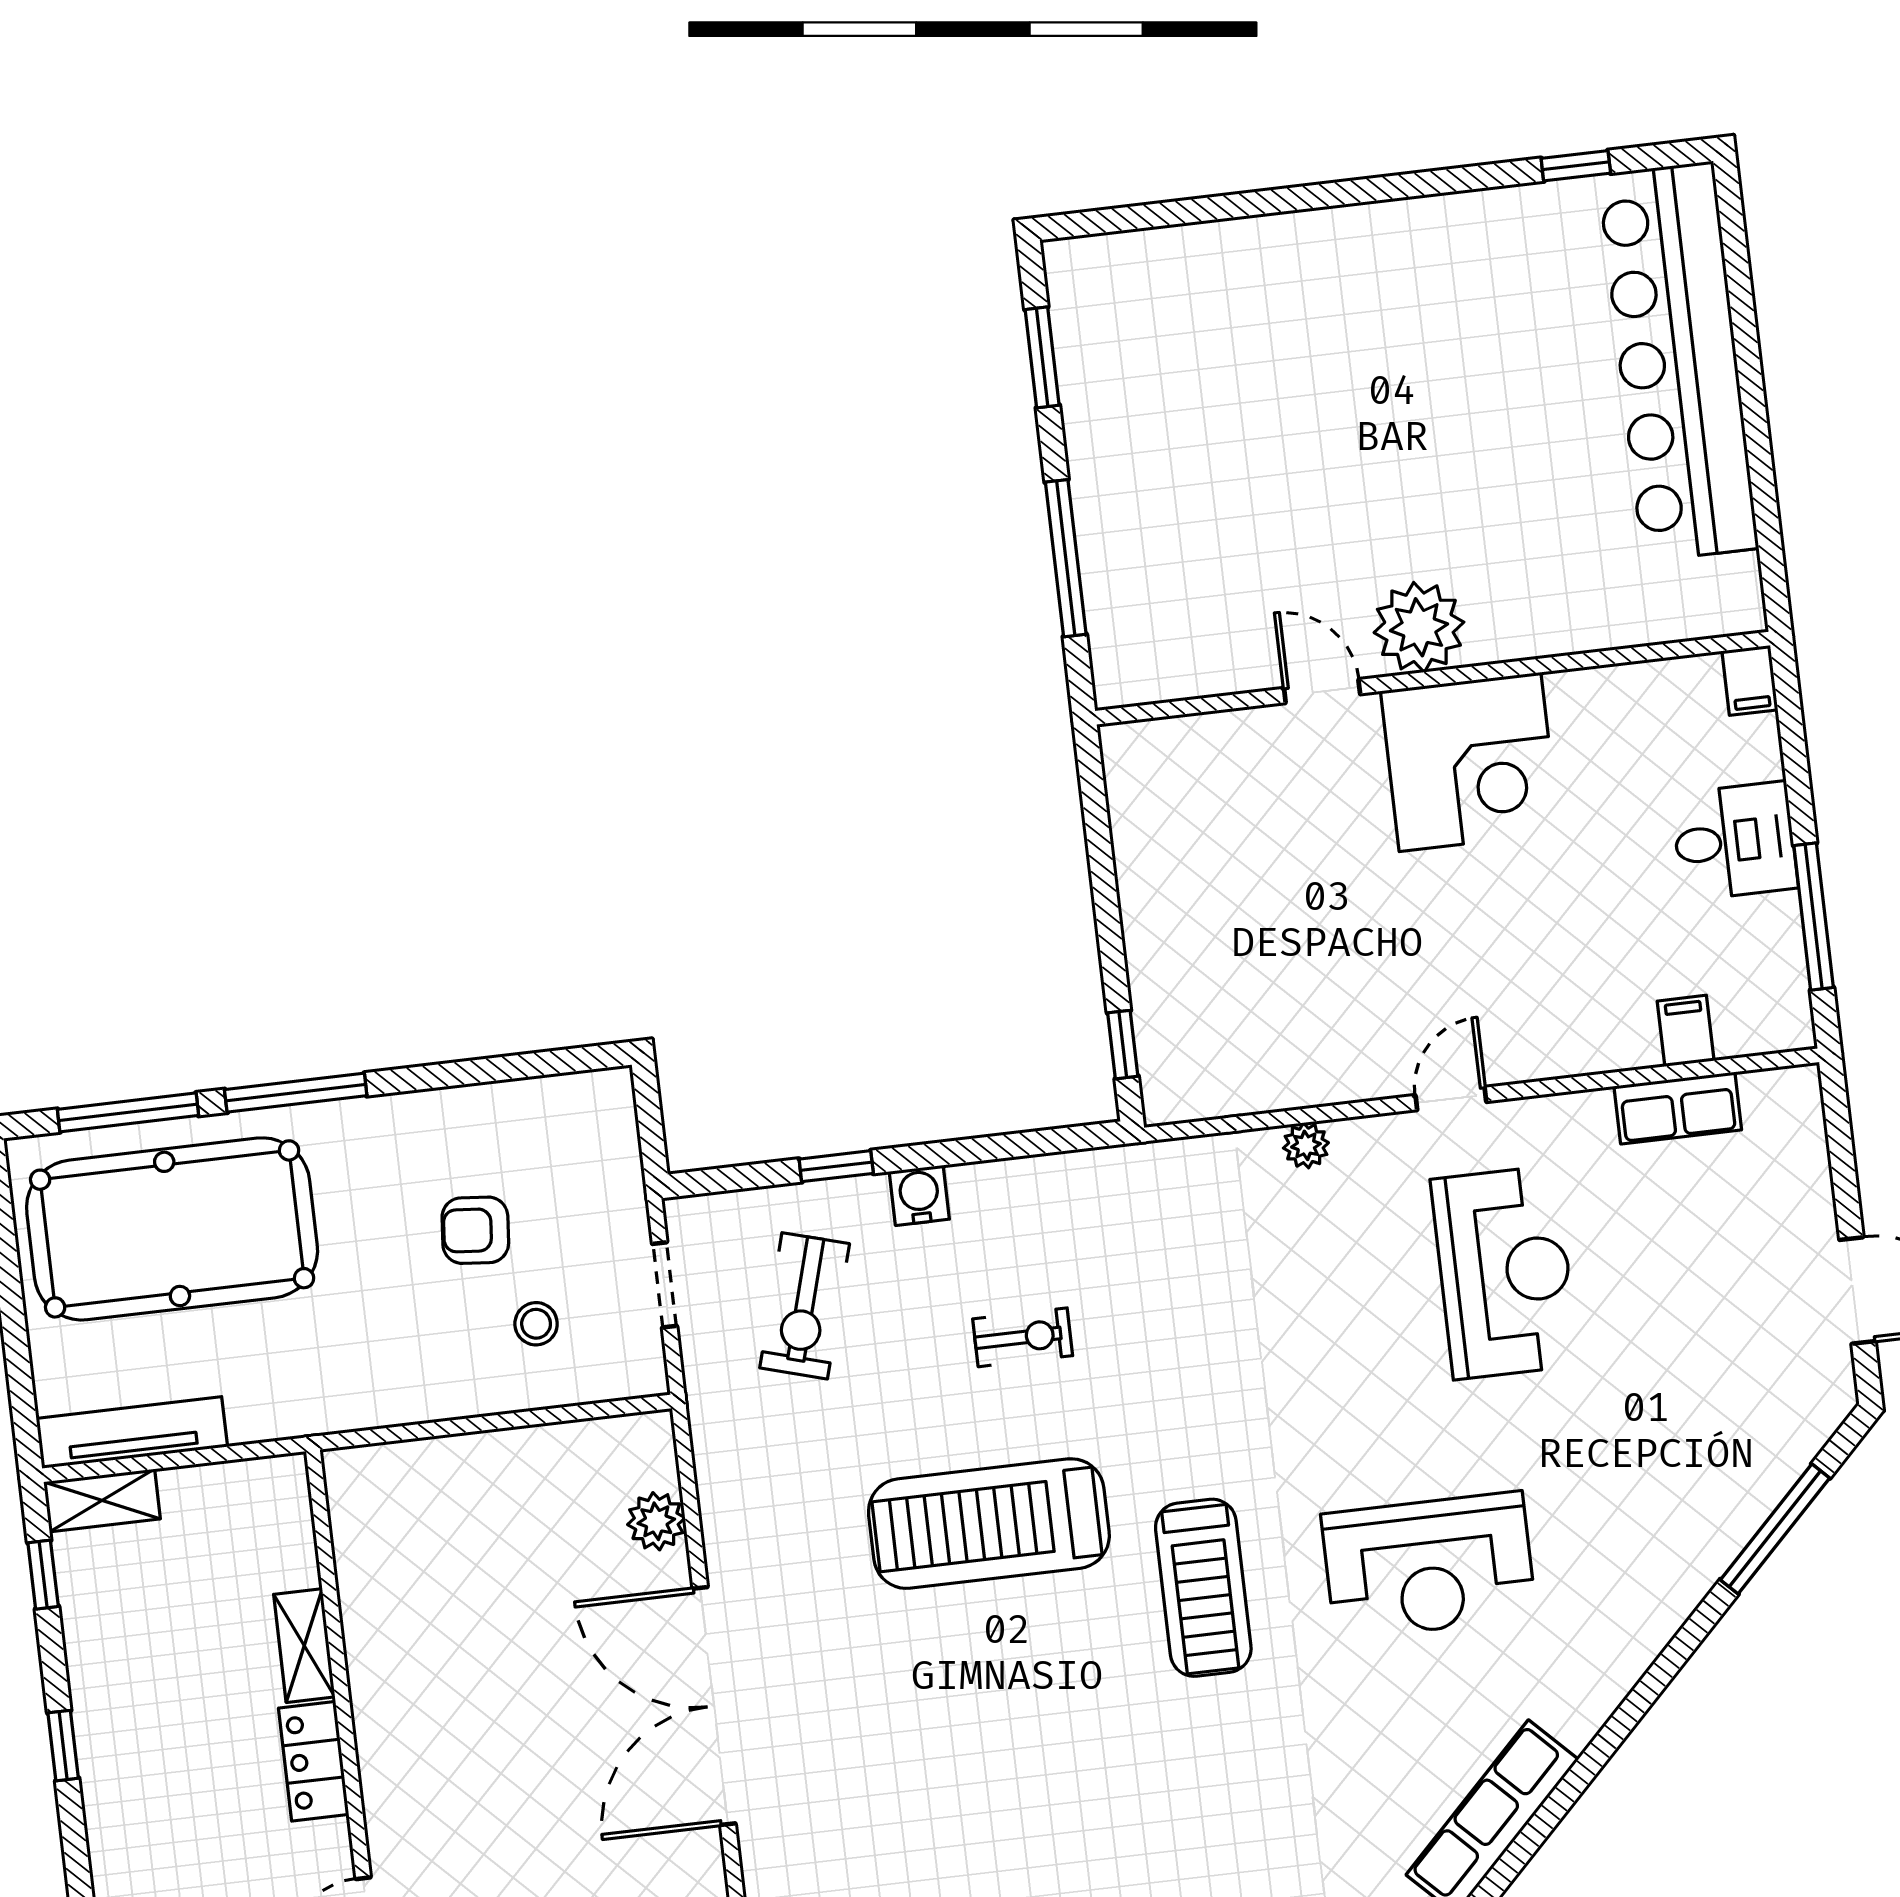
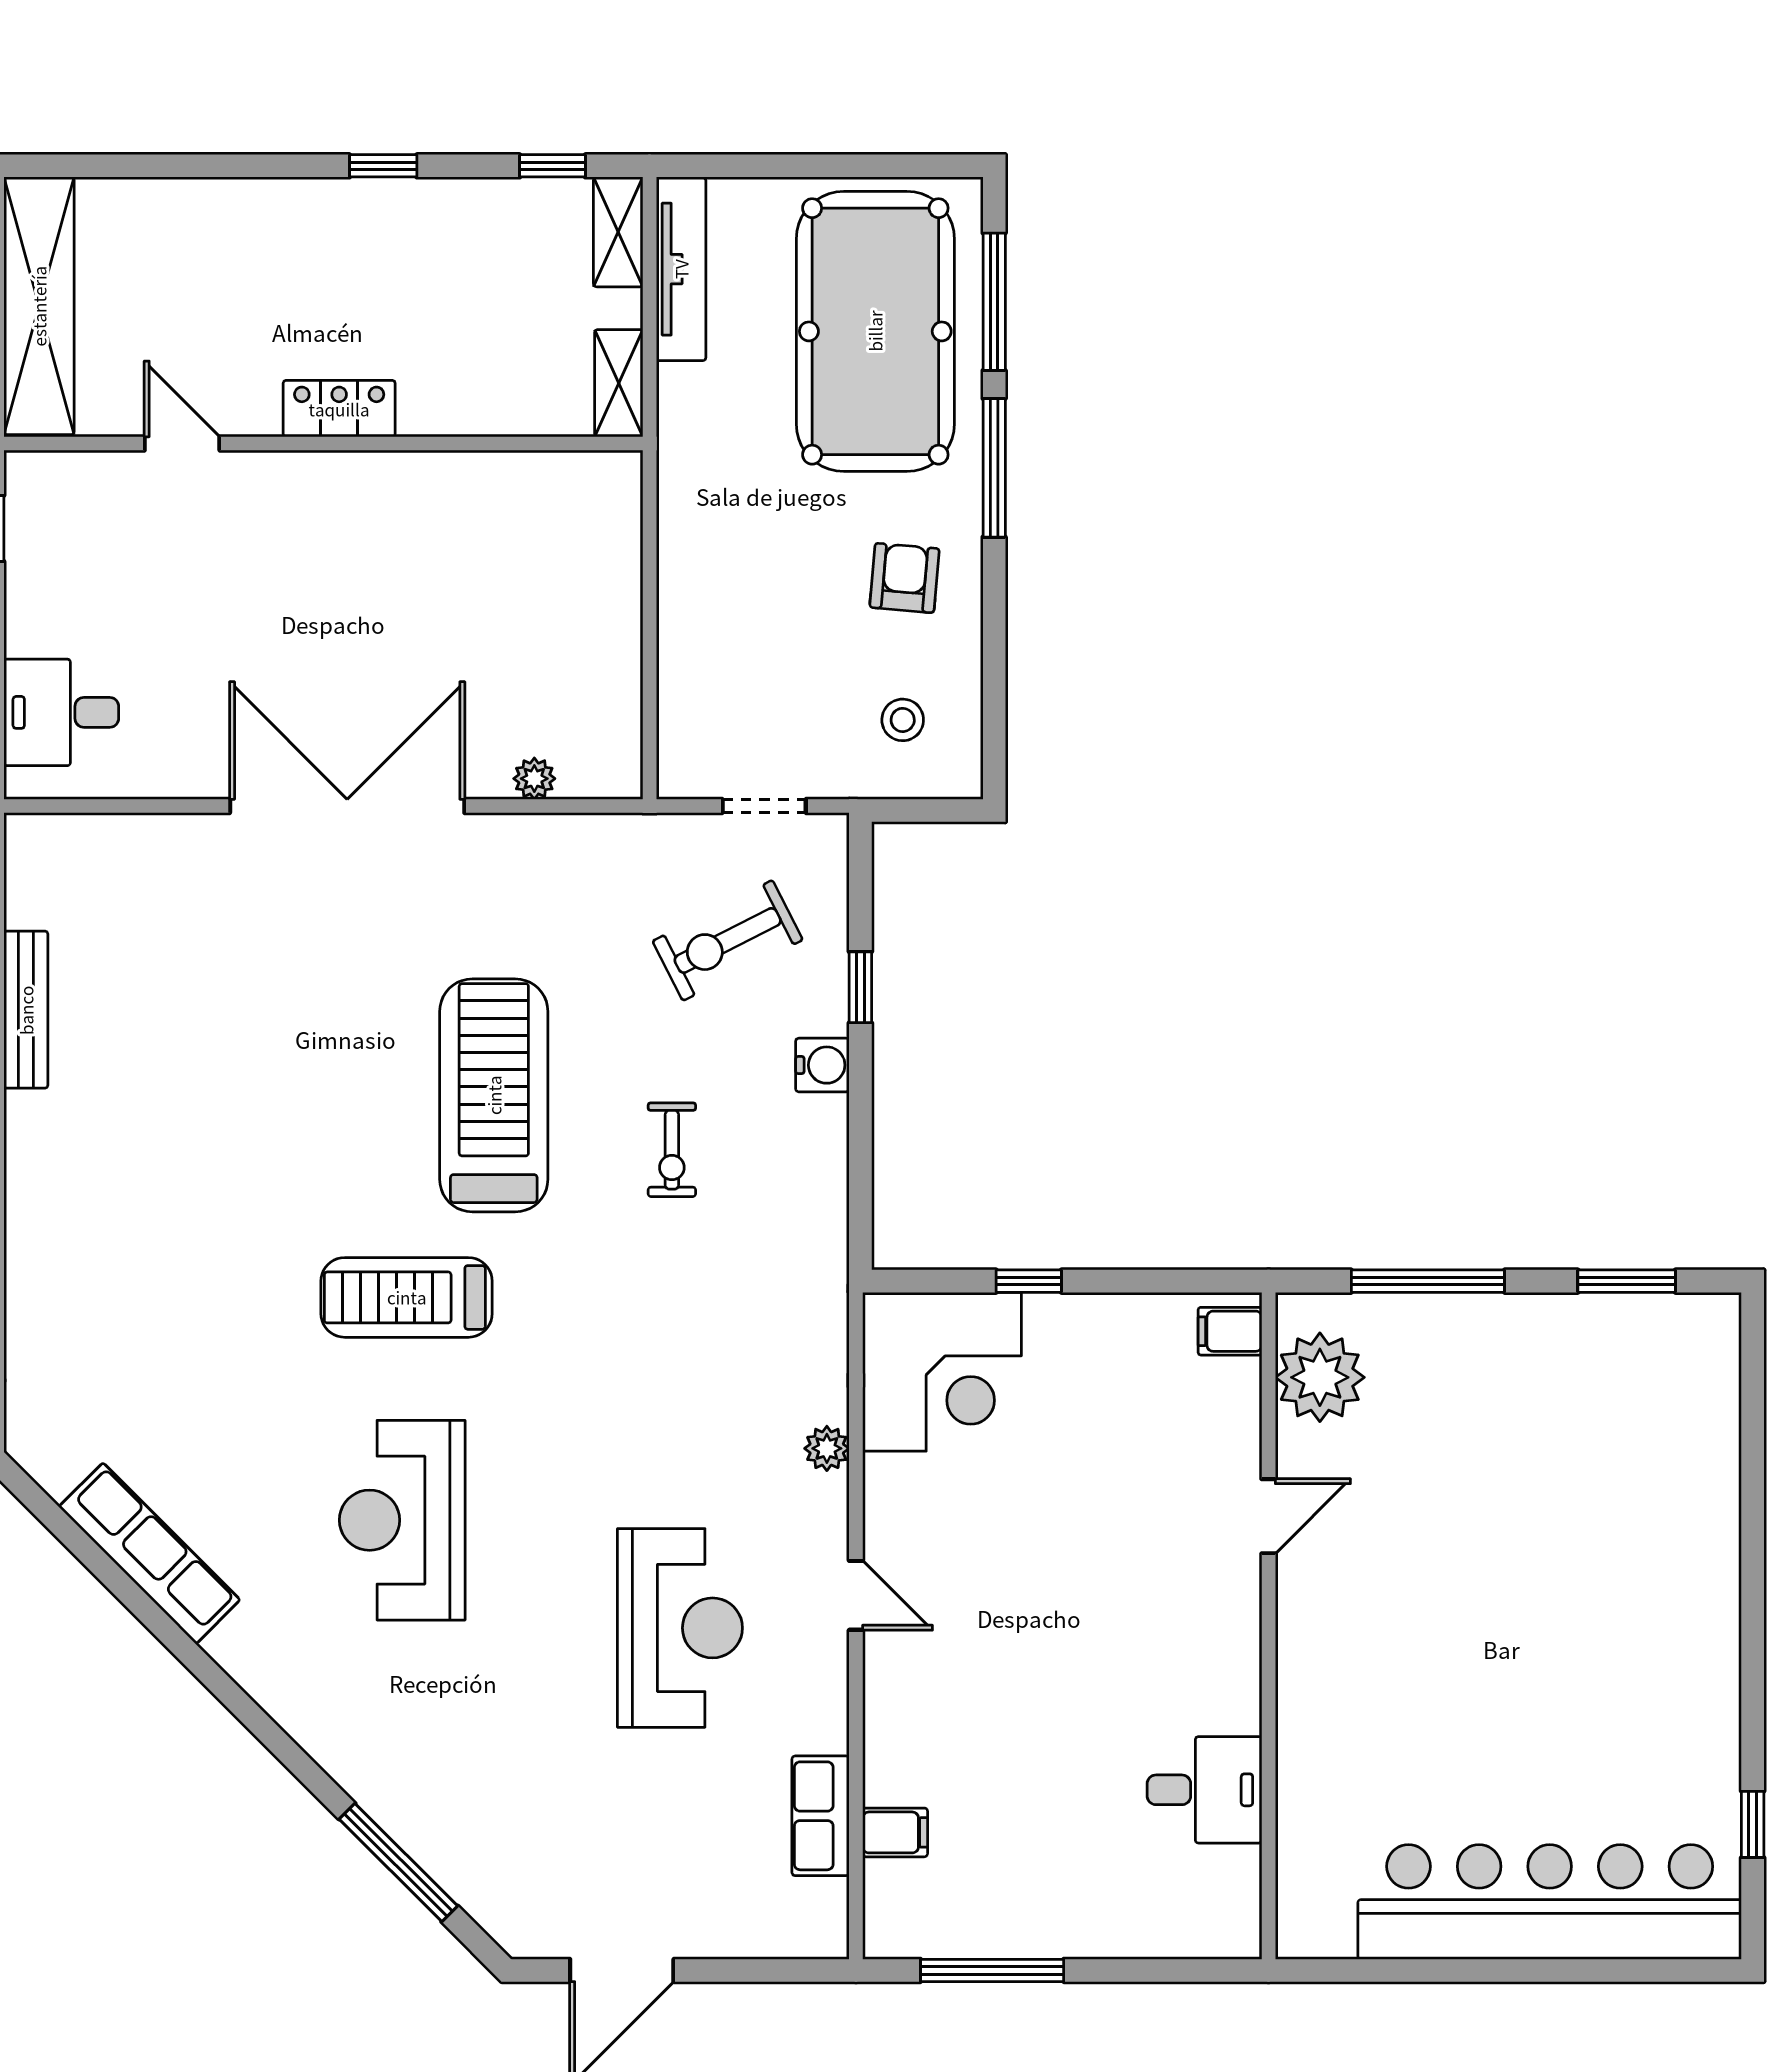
plant: (1419, 627) -> (1320, 1377), moved
filing cabinet: (1750, 680) -> (1230, 1331), moved
corner desk: (1470, 762) -> (942, 1372), moved, turned -90
desk: (1734, 841) -> (1204, 1790), moved, turned -90
window: (1123, 1045) -> (1029, 1281), moved
armchair: (475, 1230) -> (905, 578), moved
reception desk: (1505, 1272) -> (680, 1628), turned -90
exercise bike: (805, 1306) -> (728, 940), turned -43
stool: (536, 1324) -> (903, 720), moved
plant: (656, 1521) -> (534, 779), width x0.73, depth x0.73
shelving: (304, 1646) -> (619, 383), moved, turned 90

